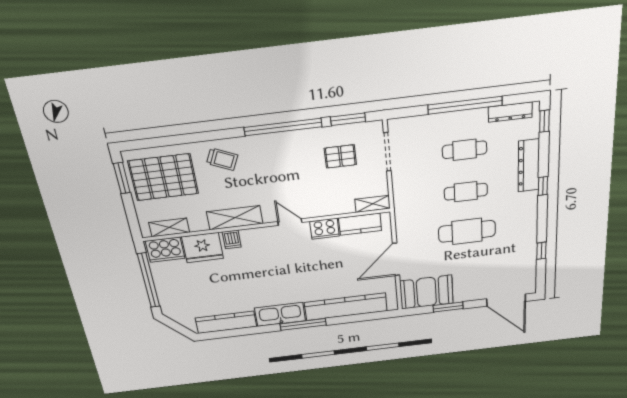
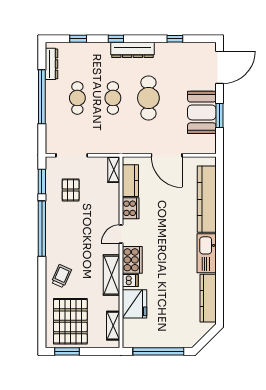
window: (544, 121) -> (78, 39), moved
dresser: (529, 166) -> (132, 50), moved
cooker: (165, 250) -> (132, 260), moved
booth: (426, 292) -> (202, 112), moved
window: (303, 324) -> (219, 236), removed

